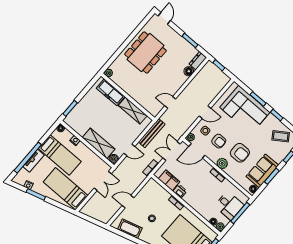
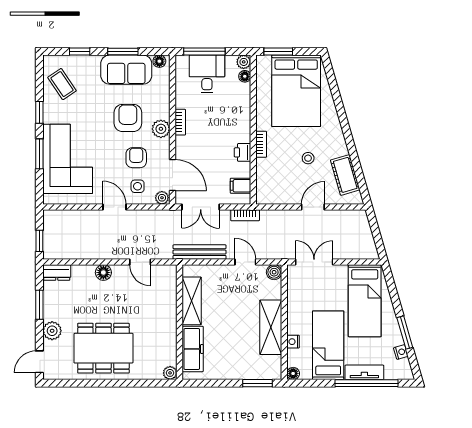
plant: (173, 36) -> (52, 331), added
floor lamp: (189, 71) -> (103, 273), moved
shelving: (99, 143) -> (271, 327), moved
filing cabinet: (169, 180) -> (241, 186), width x0.50
door: (128, 202) -> (313, 207), swing flipped

